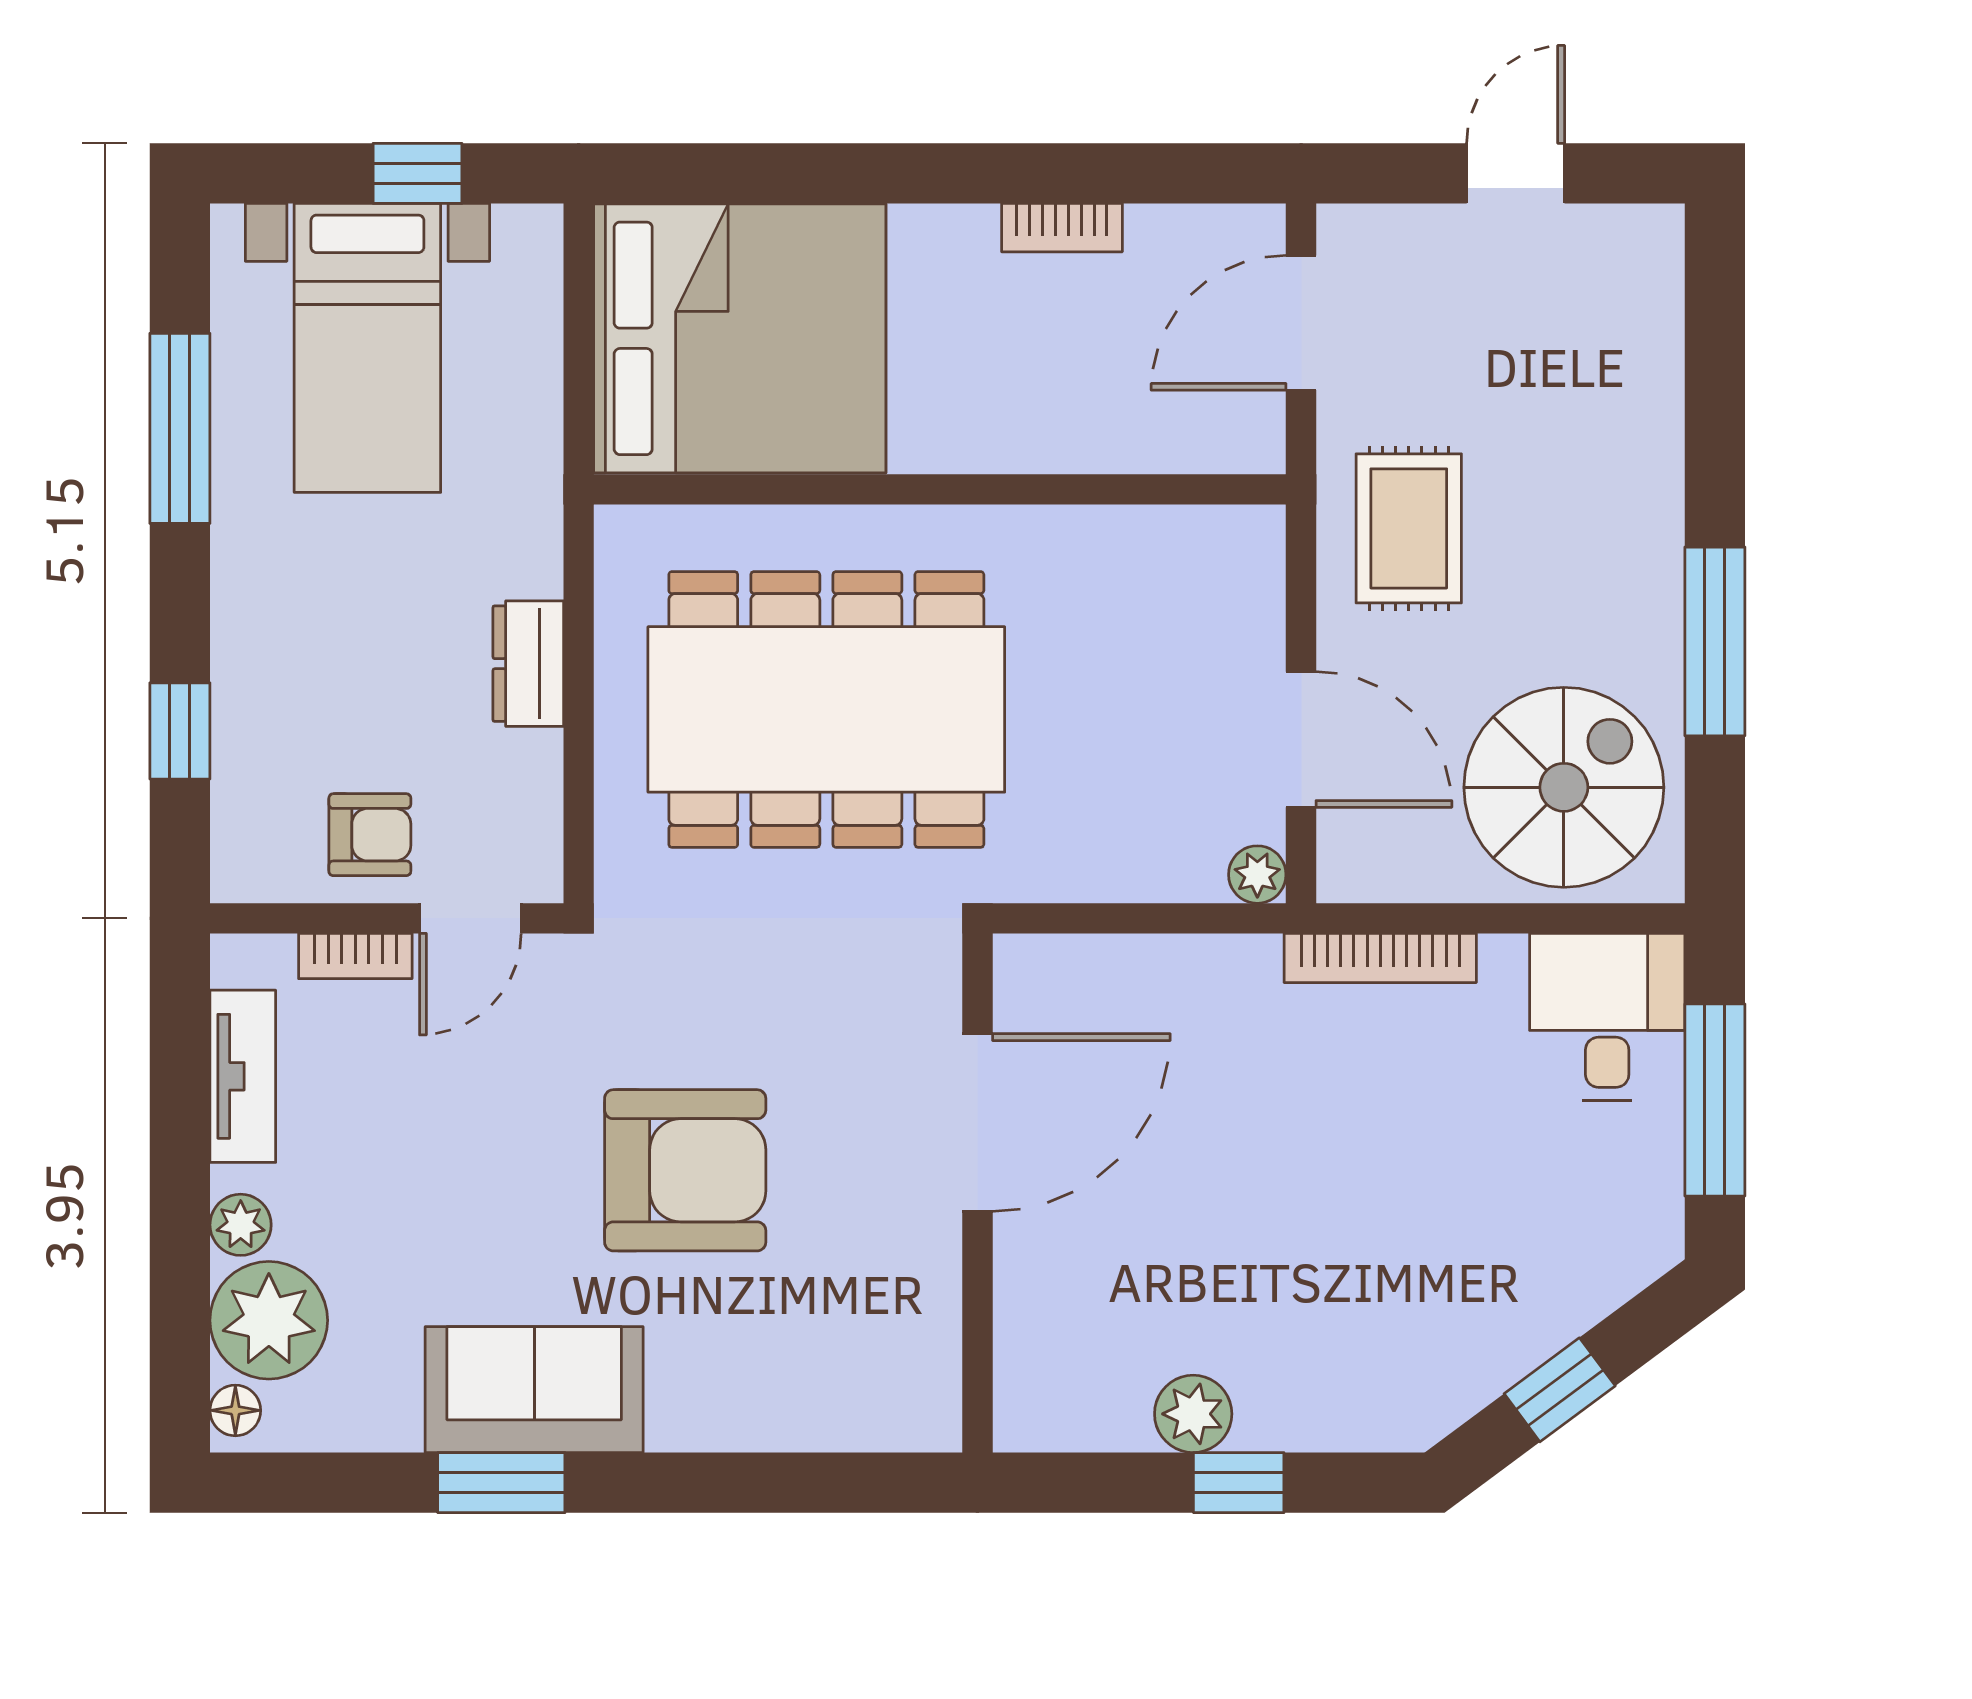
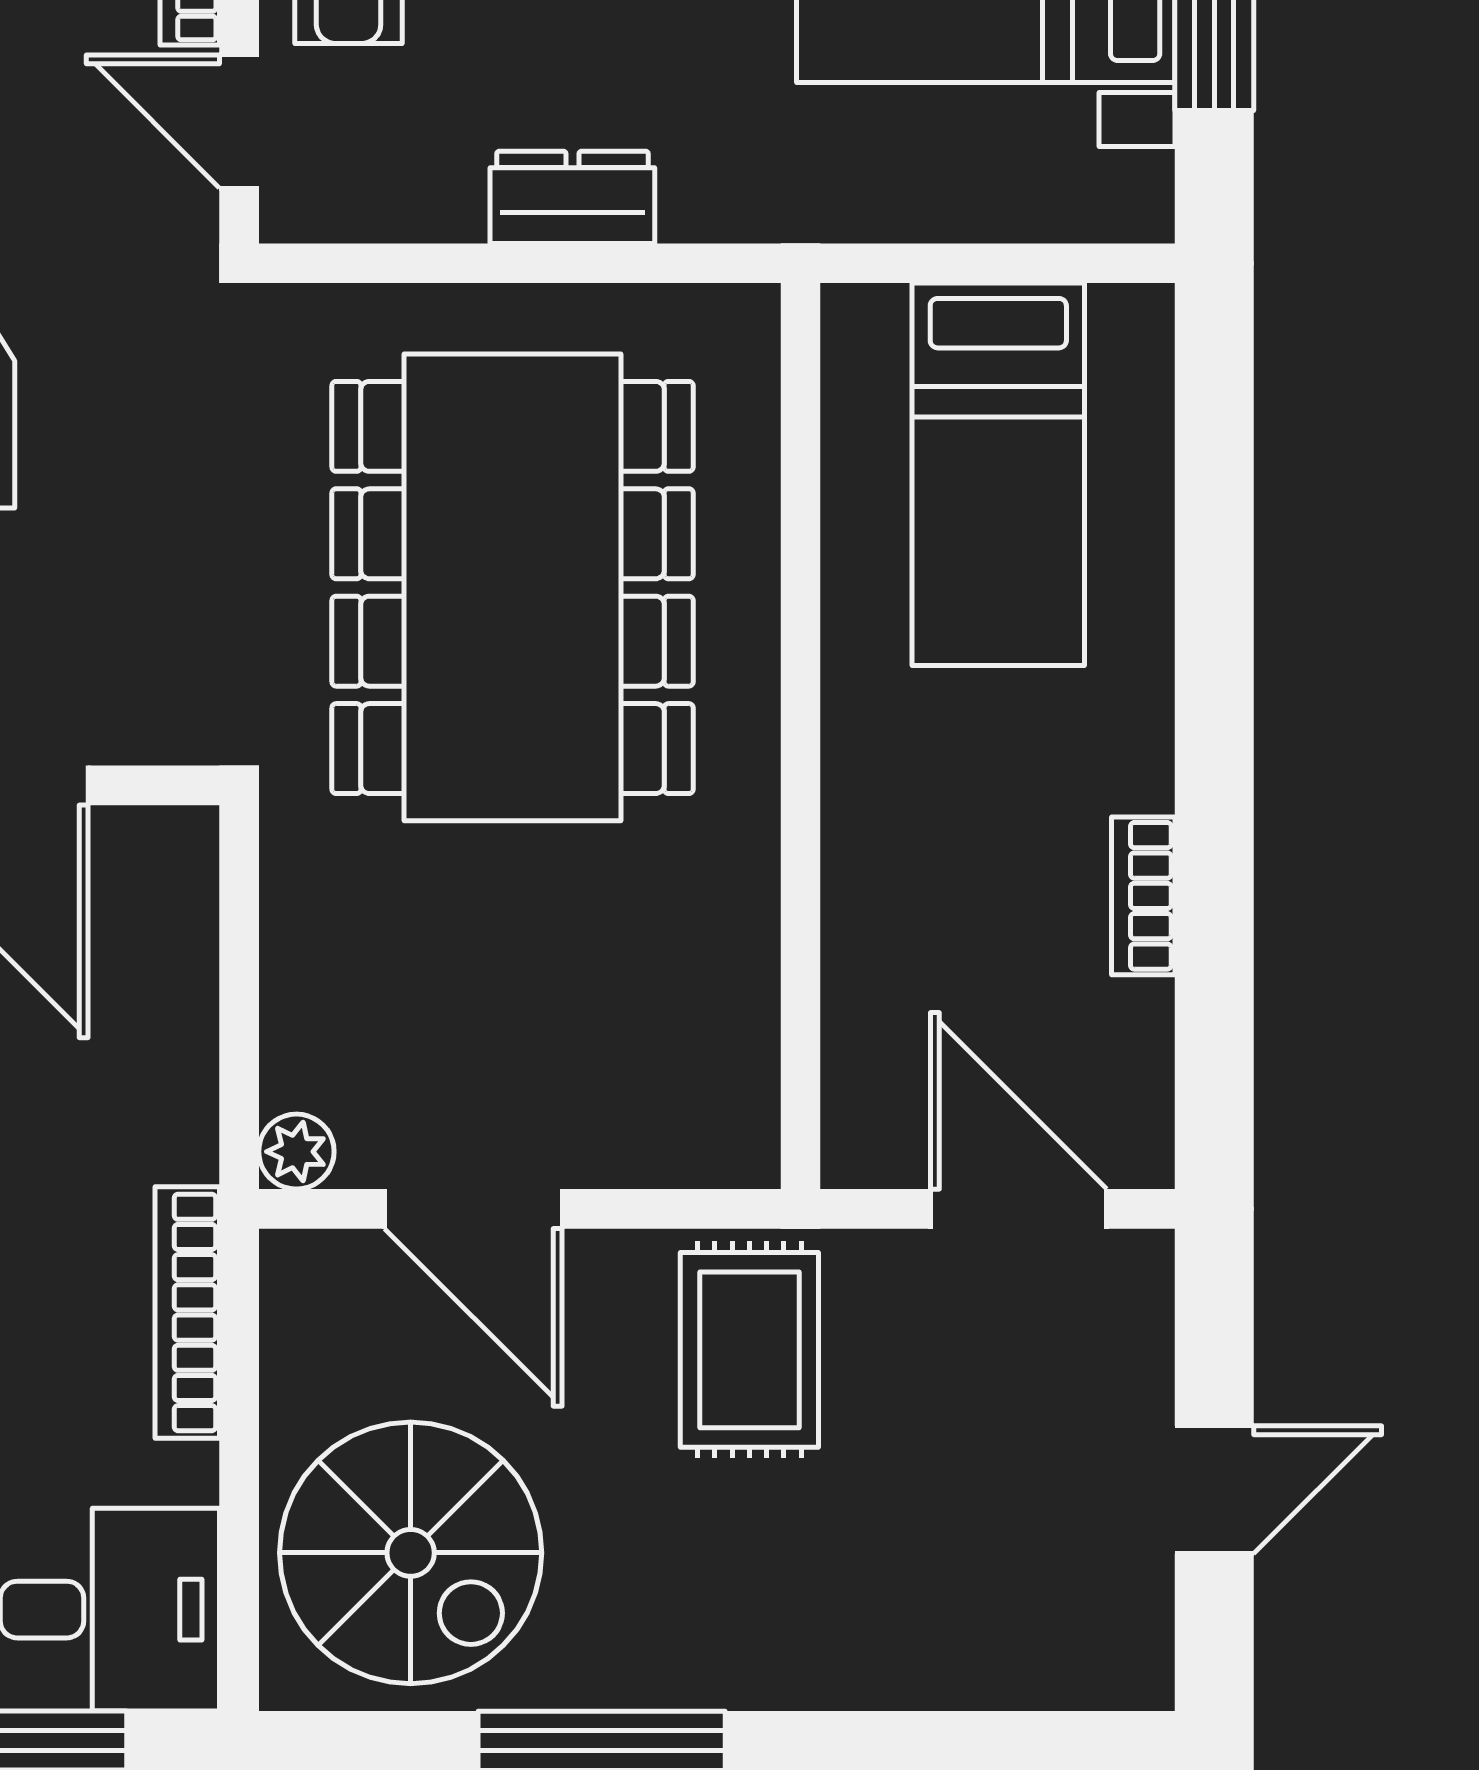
door: (1516, 173) -> (1214, 1490), hinge flipped
bed: (740, 338) -> (998, 474), width x0.49
rug: (1409, 528) -> (749, 1350), turned 90
door: (1301, 739) -> (473, 1209), hinge flipped

